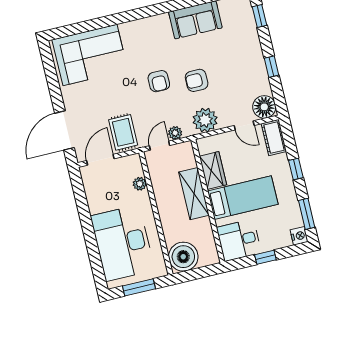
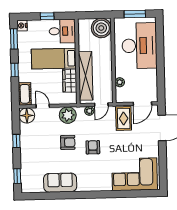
shelving: (194, 194) -> (86, 76), width x1.47

